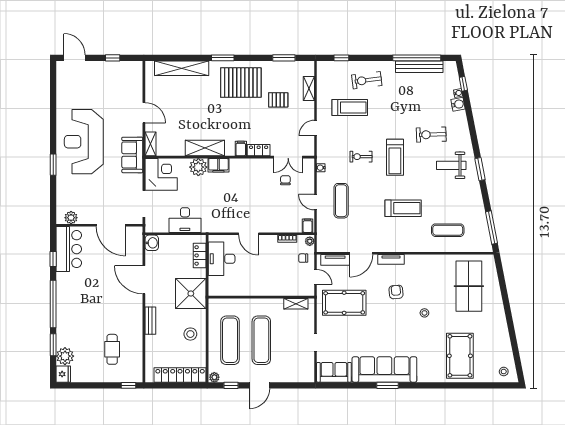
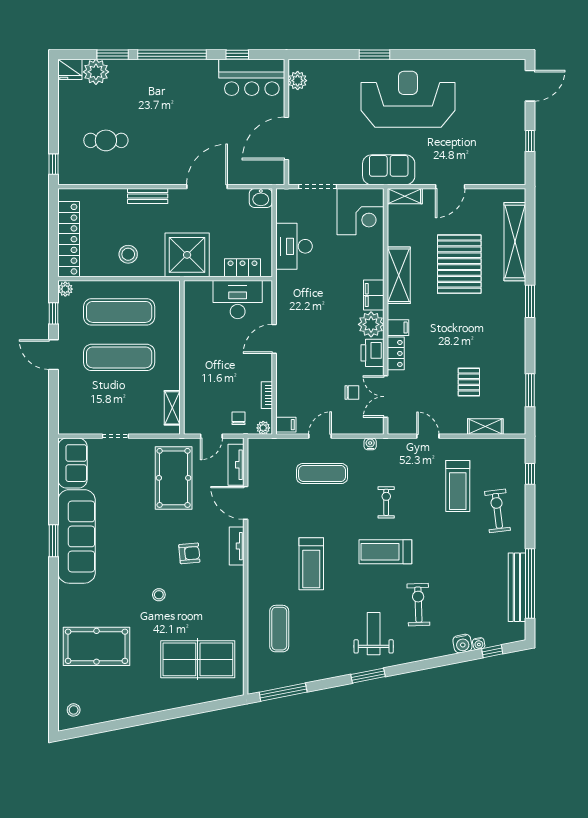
pallet: (241, 83) -> (459, 264), moved
printer: (258, 166) -> (372, 353), added
plant: (198, 167) -> (371, 324), moved

